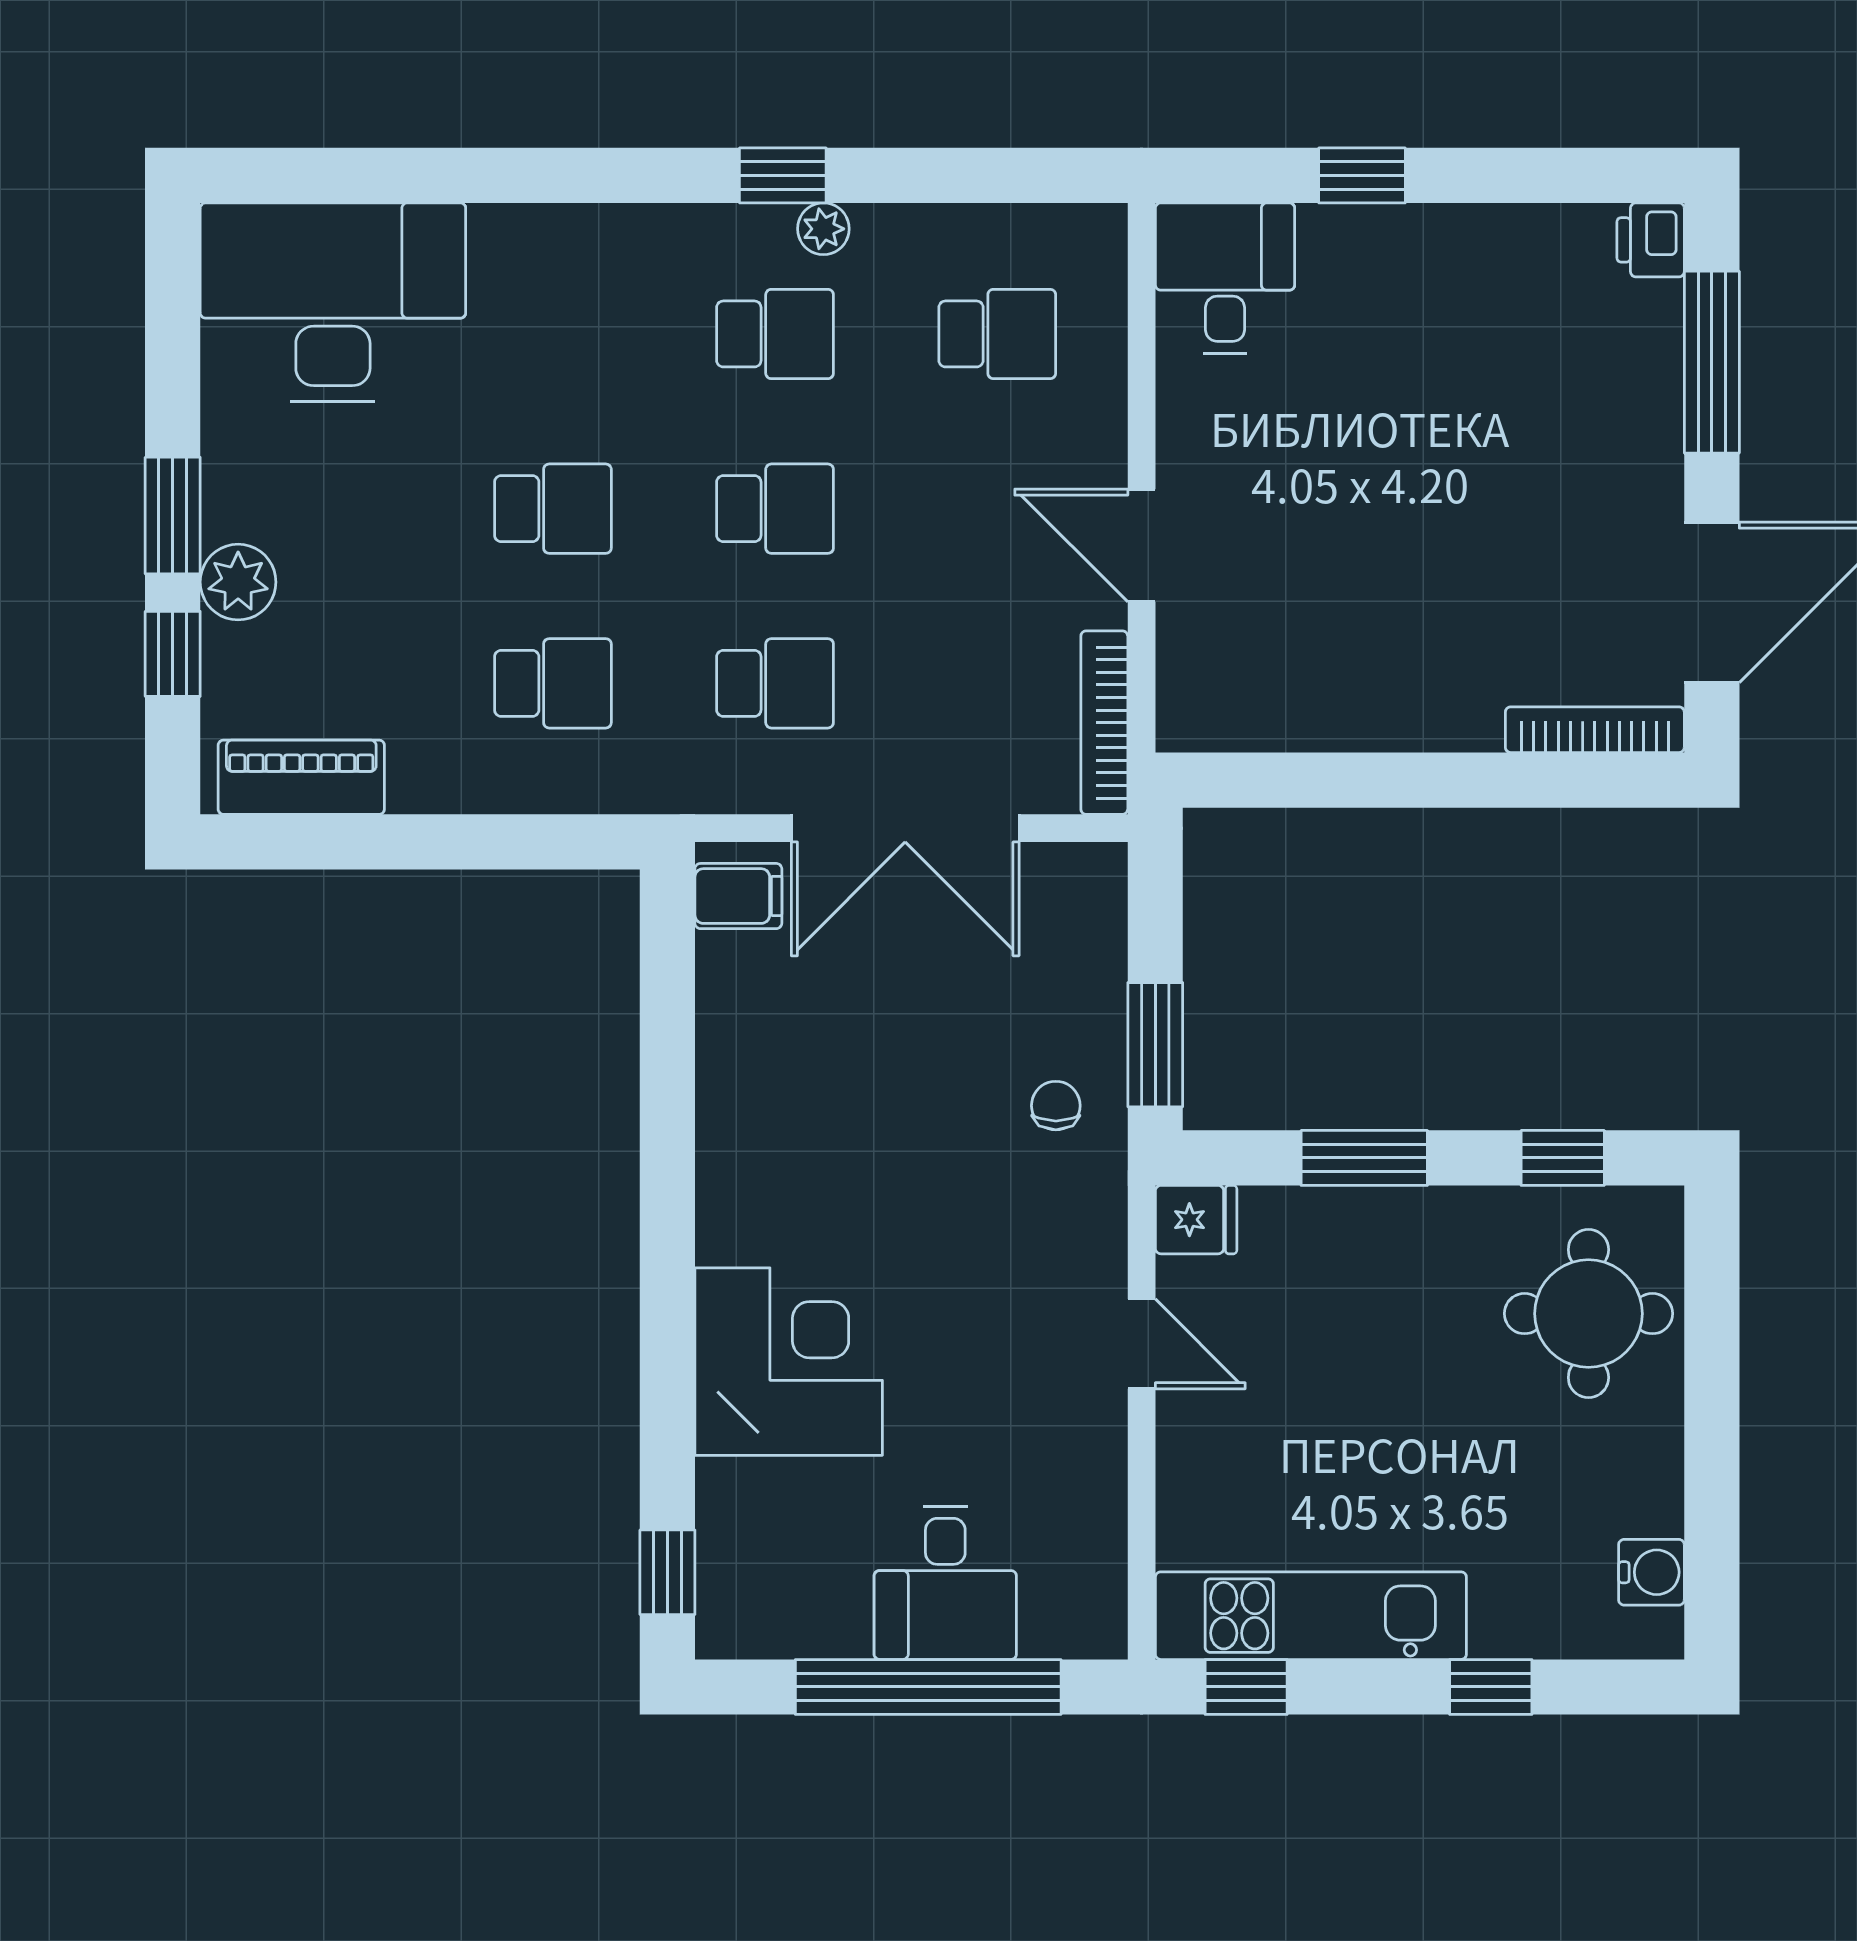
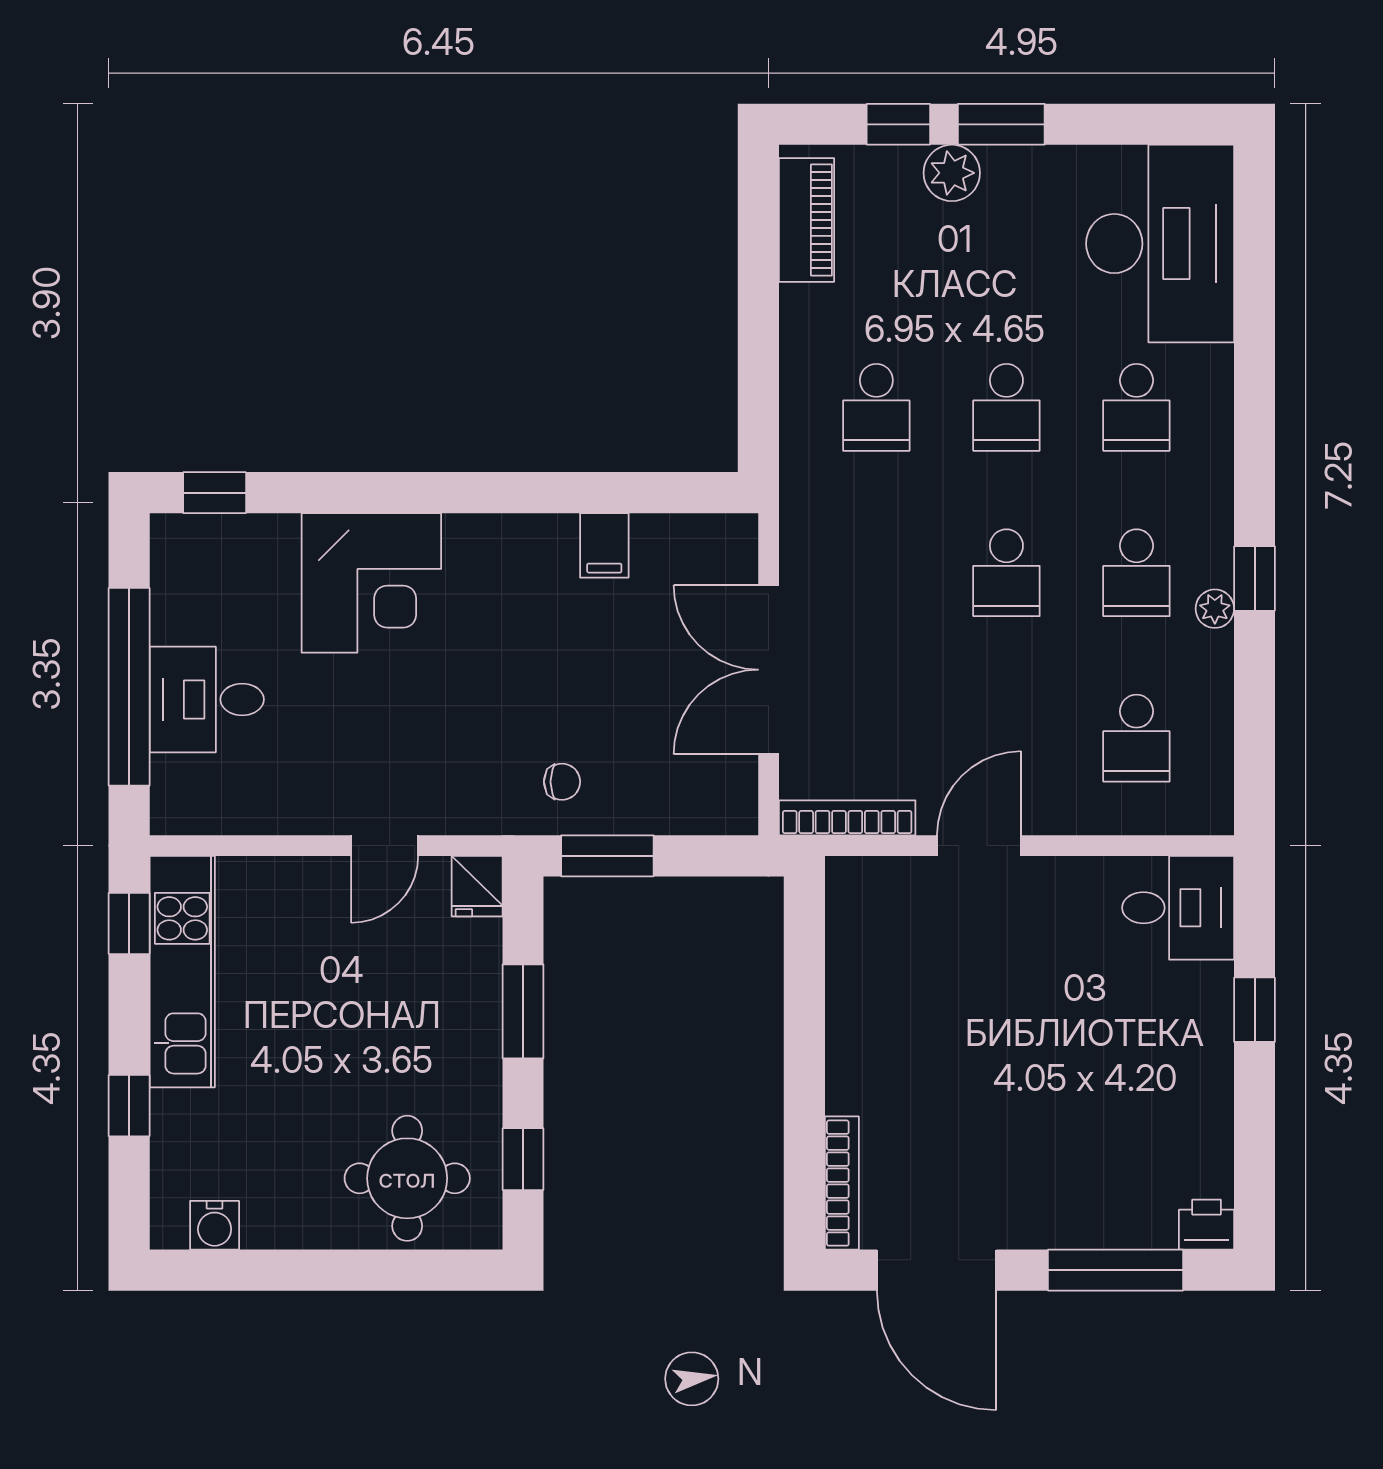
school desk: (775, 683) -> (1136, 407), moved
filing cabinet: (738, 896) -> (604, 545), moved

